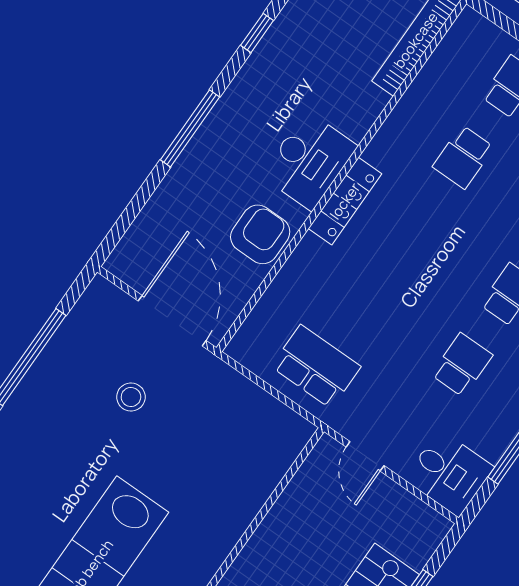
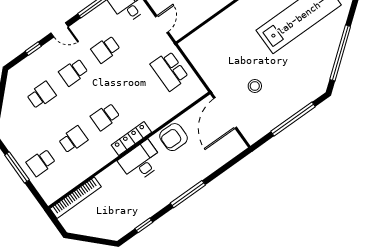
school desk: (414, 227) -> (105, 117), added

